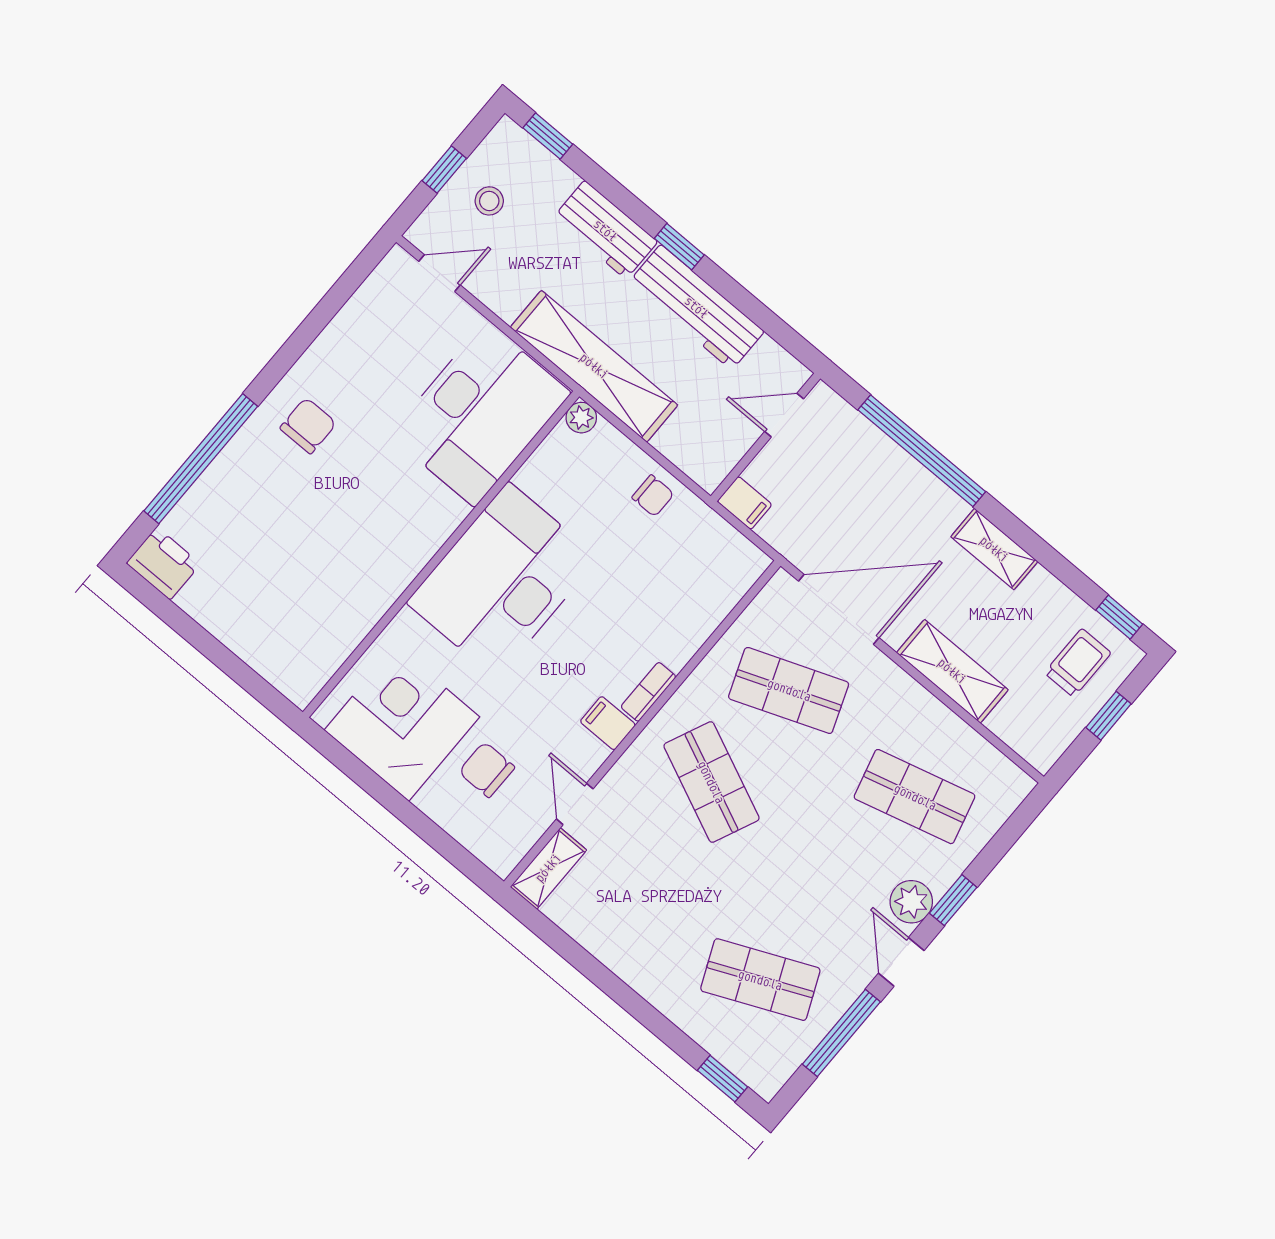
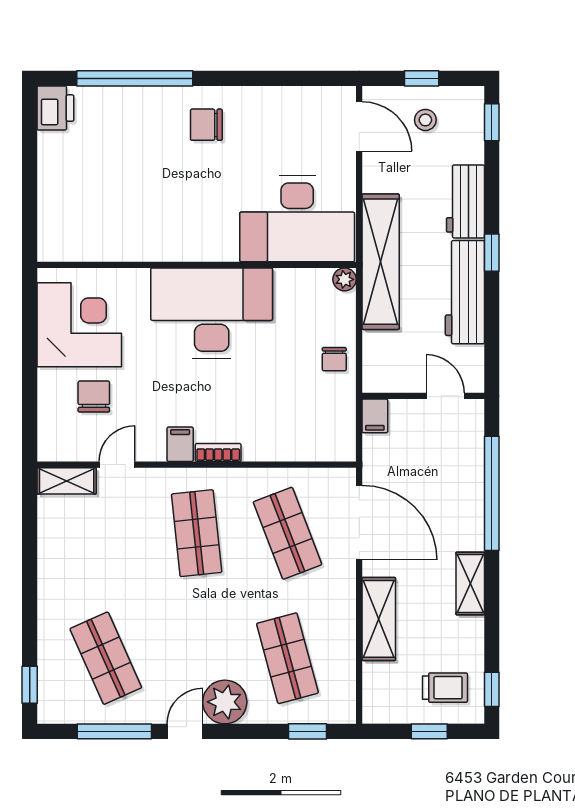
door: (440, 273) -> (359, 126), width x1.38
chair: (308, 426) -> (206, 125), turned 180
shop shelf: (711, 782) -> (197, 533), turned -30
window: (953, 900) -> (307, 731), moved
plant: (911, 902) -> (225, 702), width x1.36, depth x1.36

